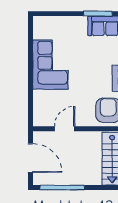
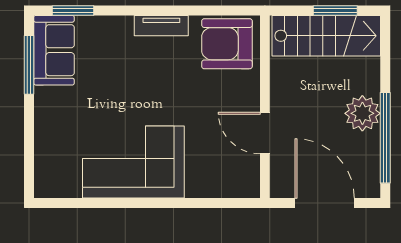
door: (30, 158) -> (325, 203), hinge flipped
plant: (74, 176) -> (362, 113), added

